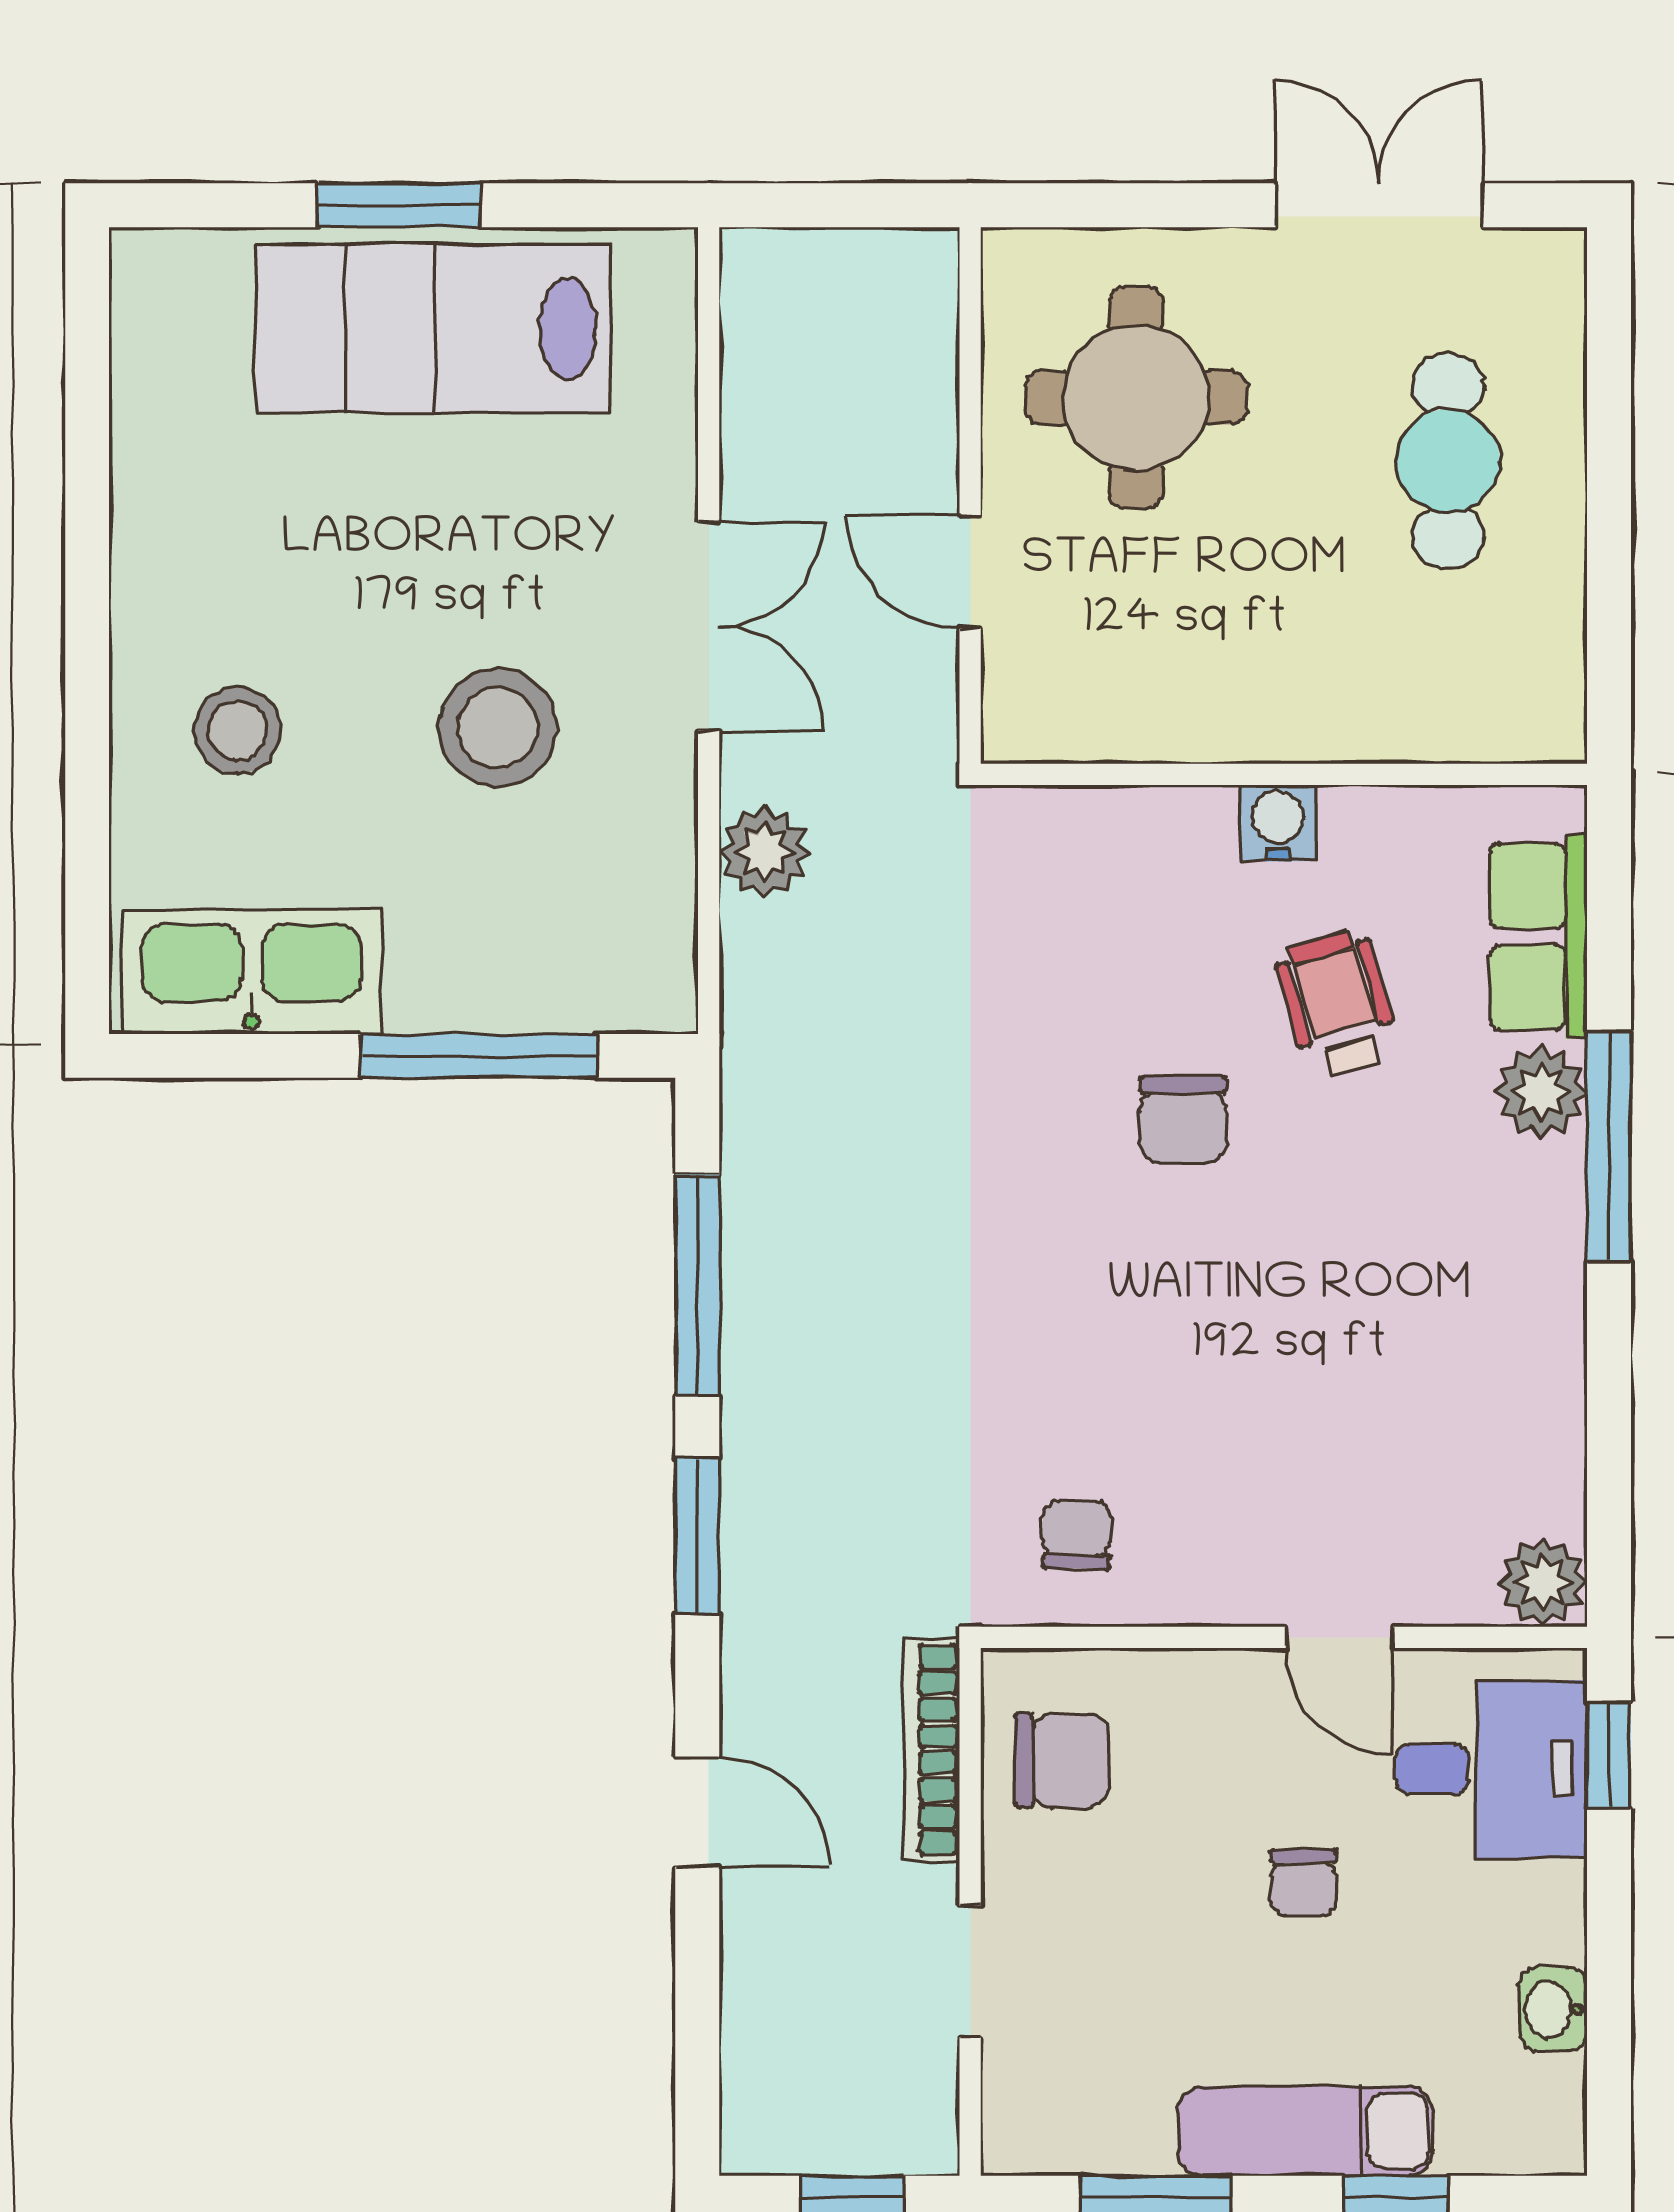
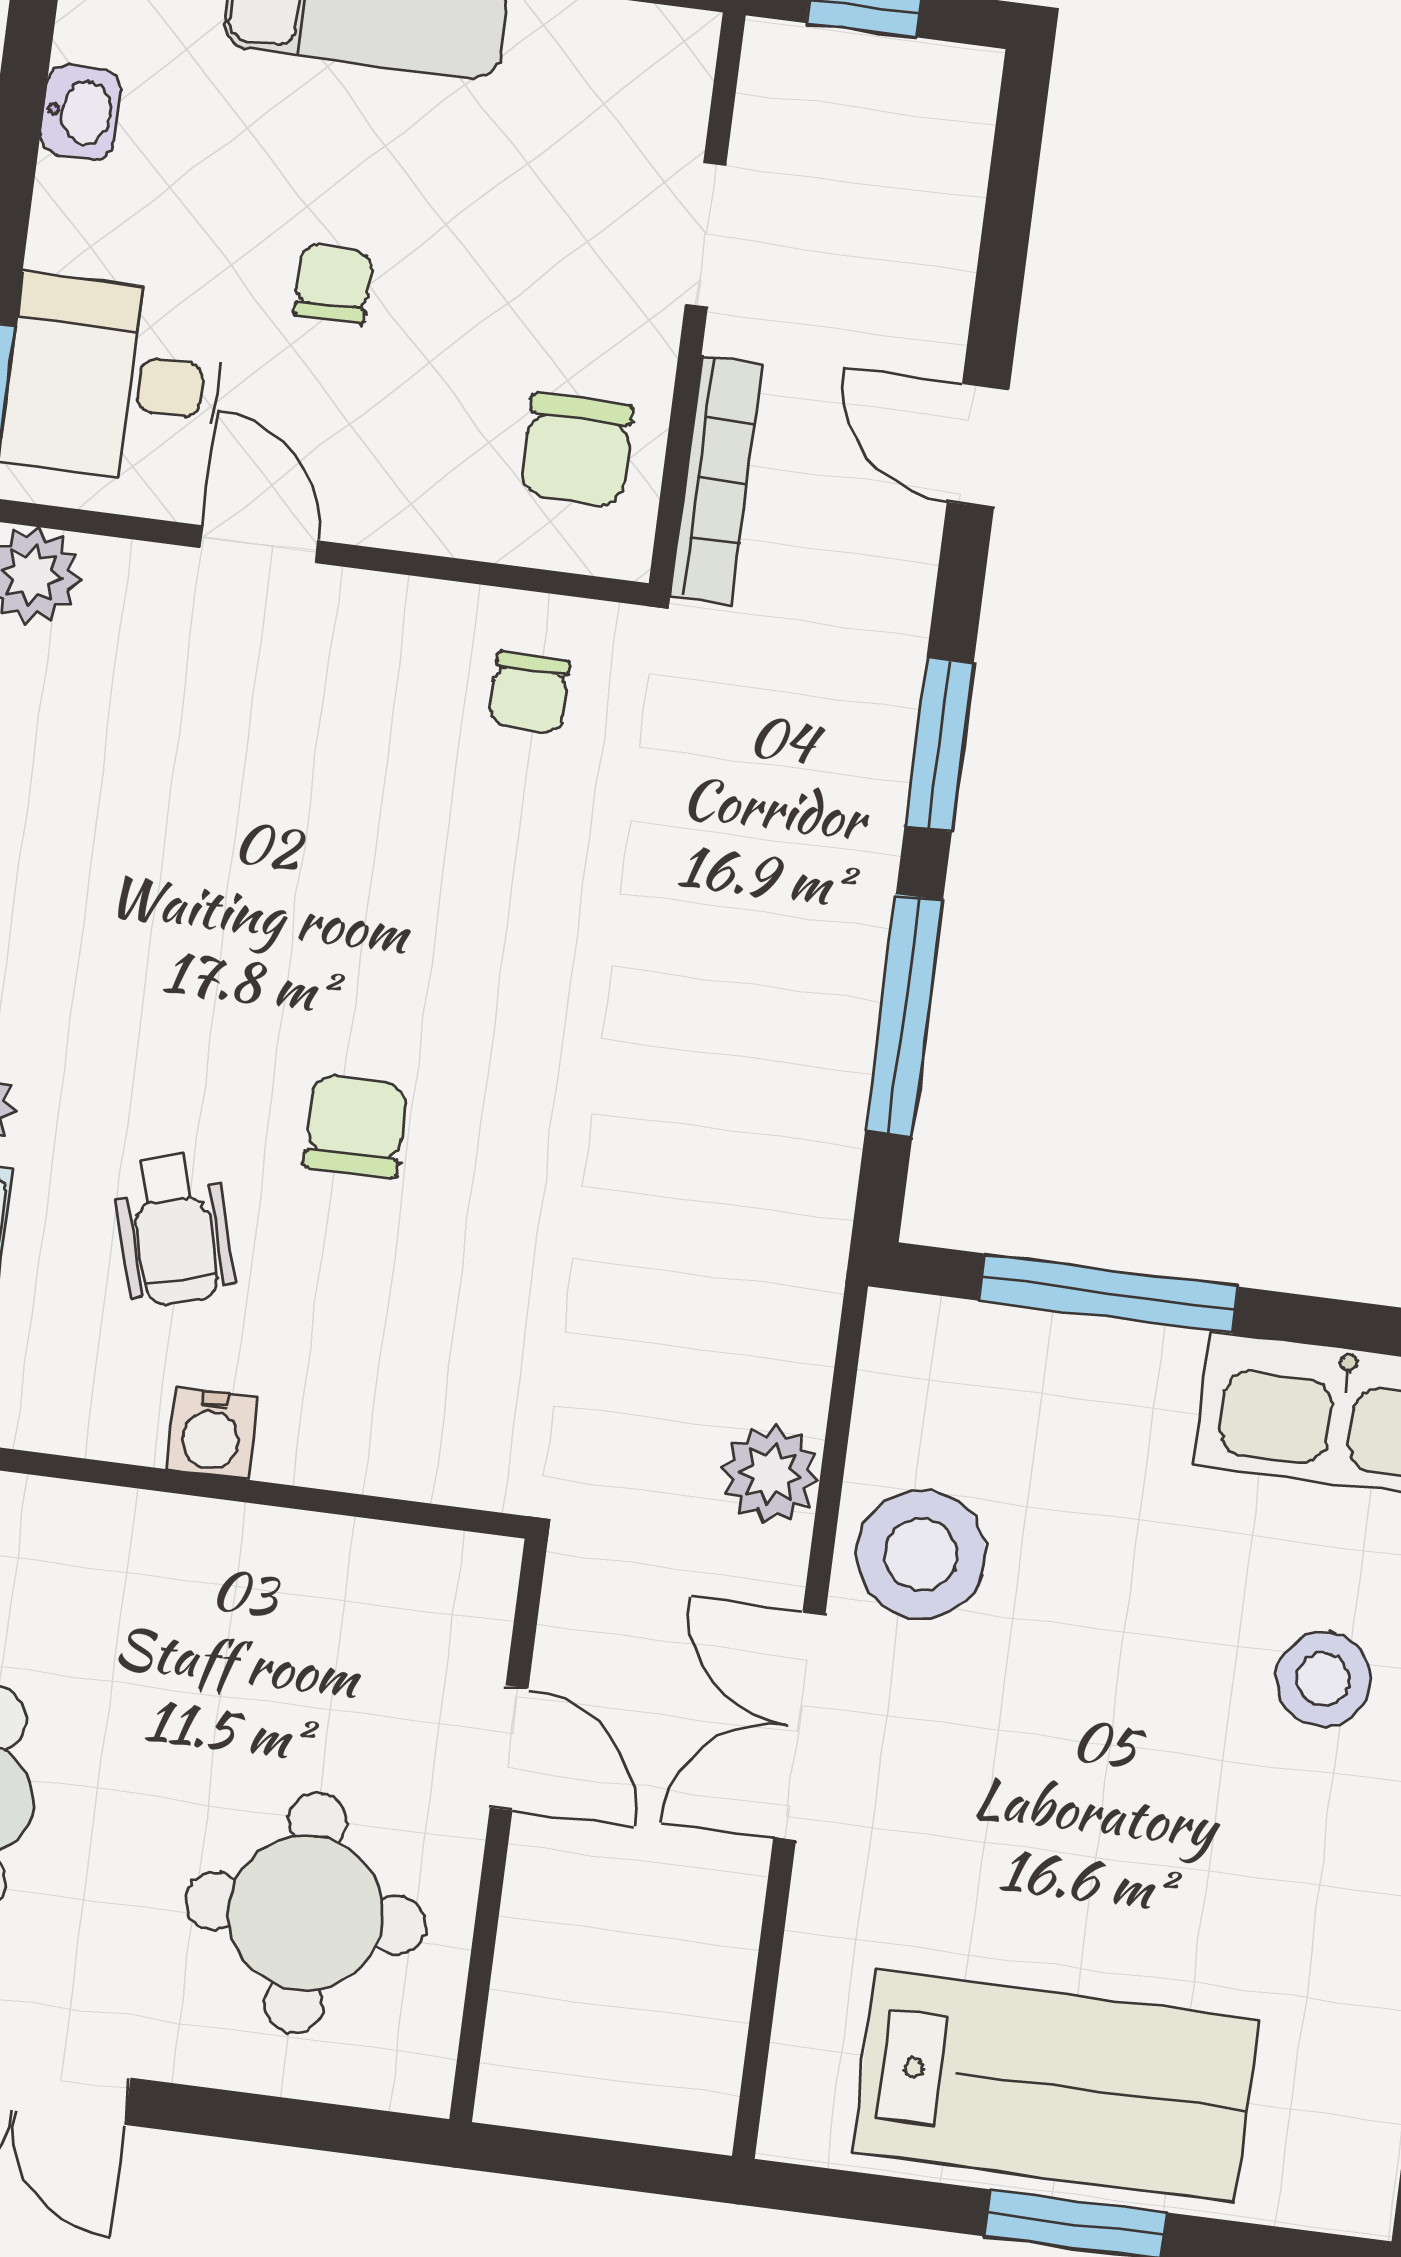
stool: (498, 728) -> (921, 1554), moved
chair: (1062, 1761) -> (577, 450), turned -90

